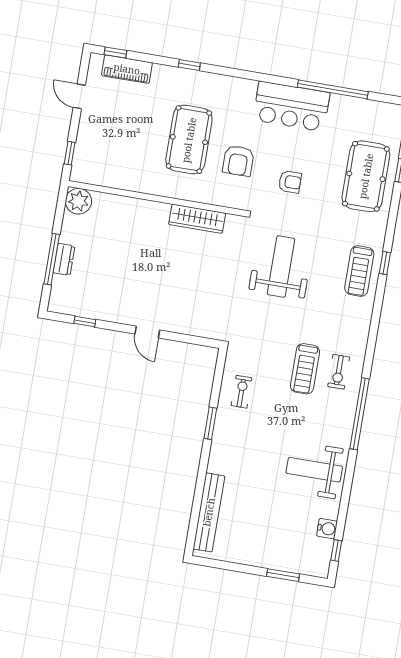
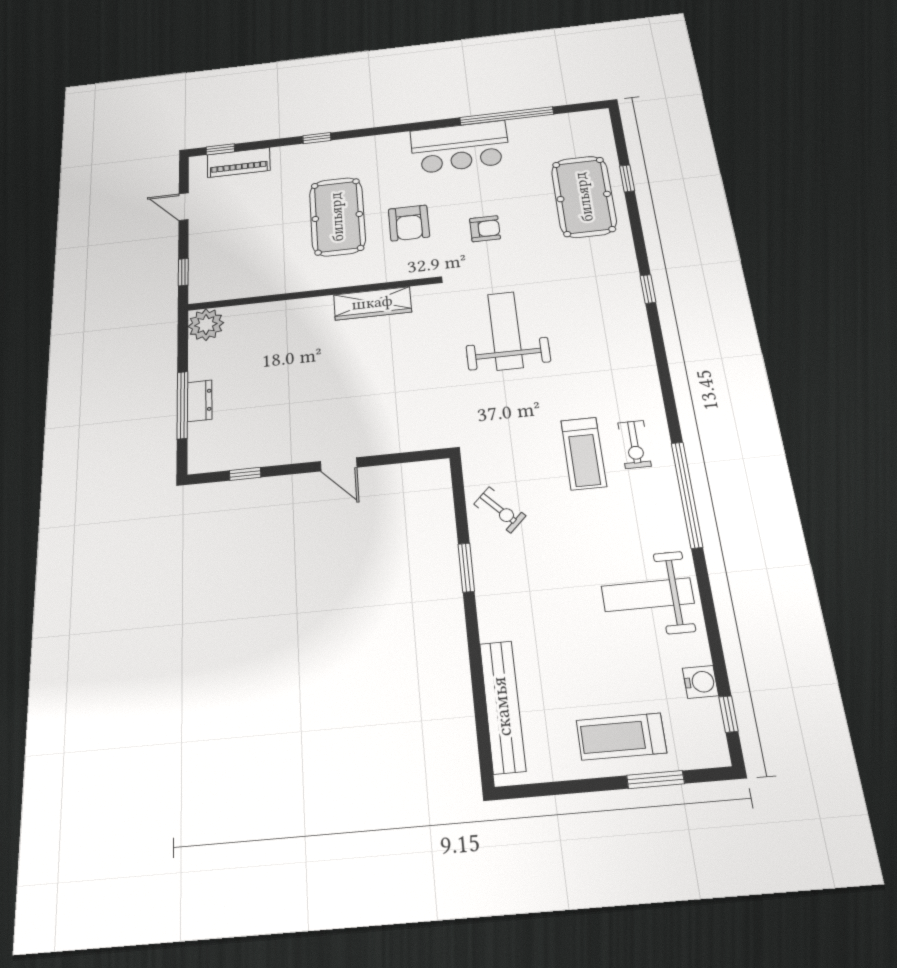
treadmill: (359, 271) -> (621, 737), moved, turned 90
exercise bike: (241, 392) -> (500, 510), turned 136

